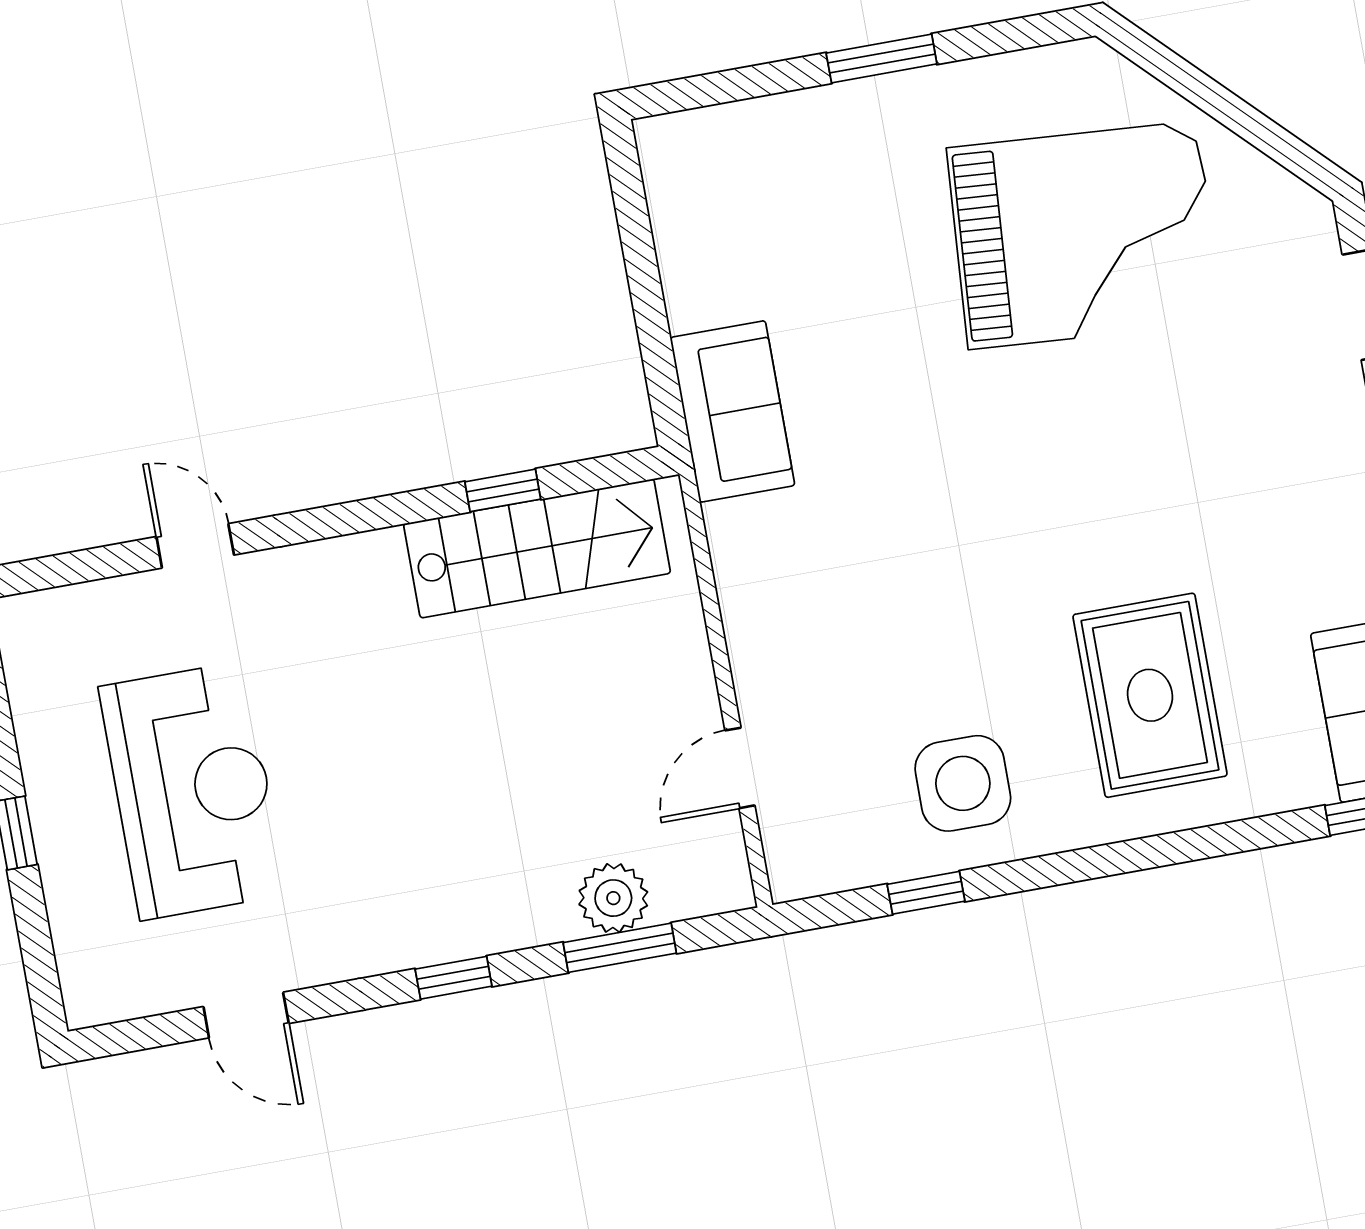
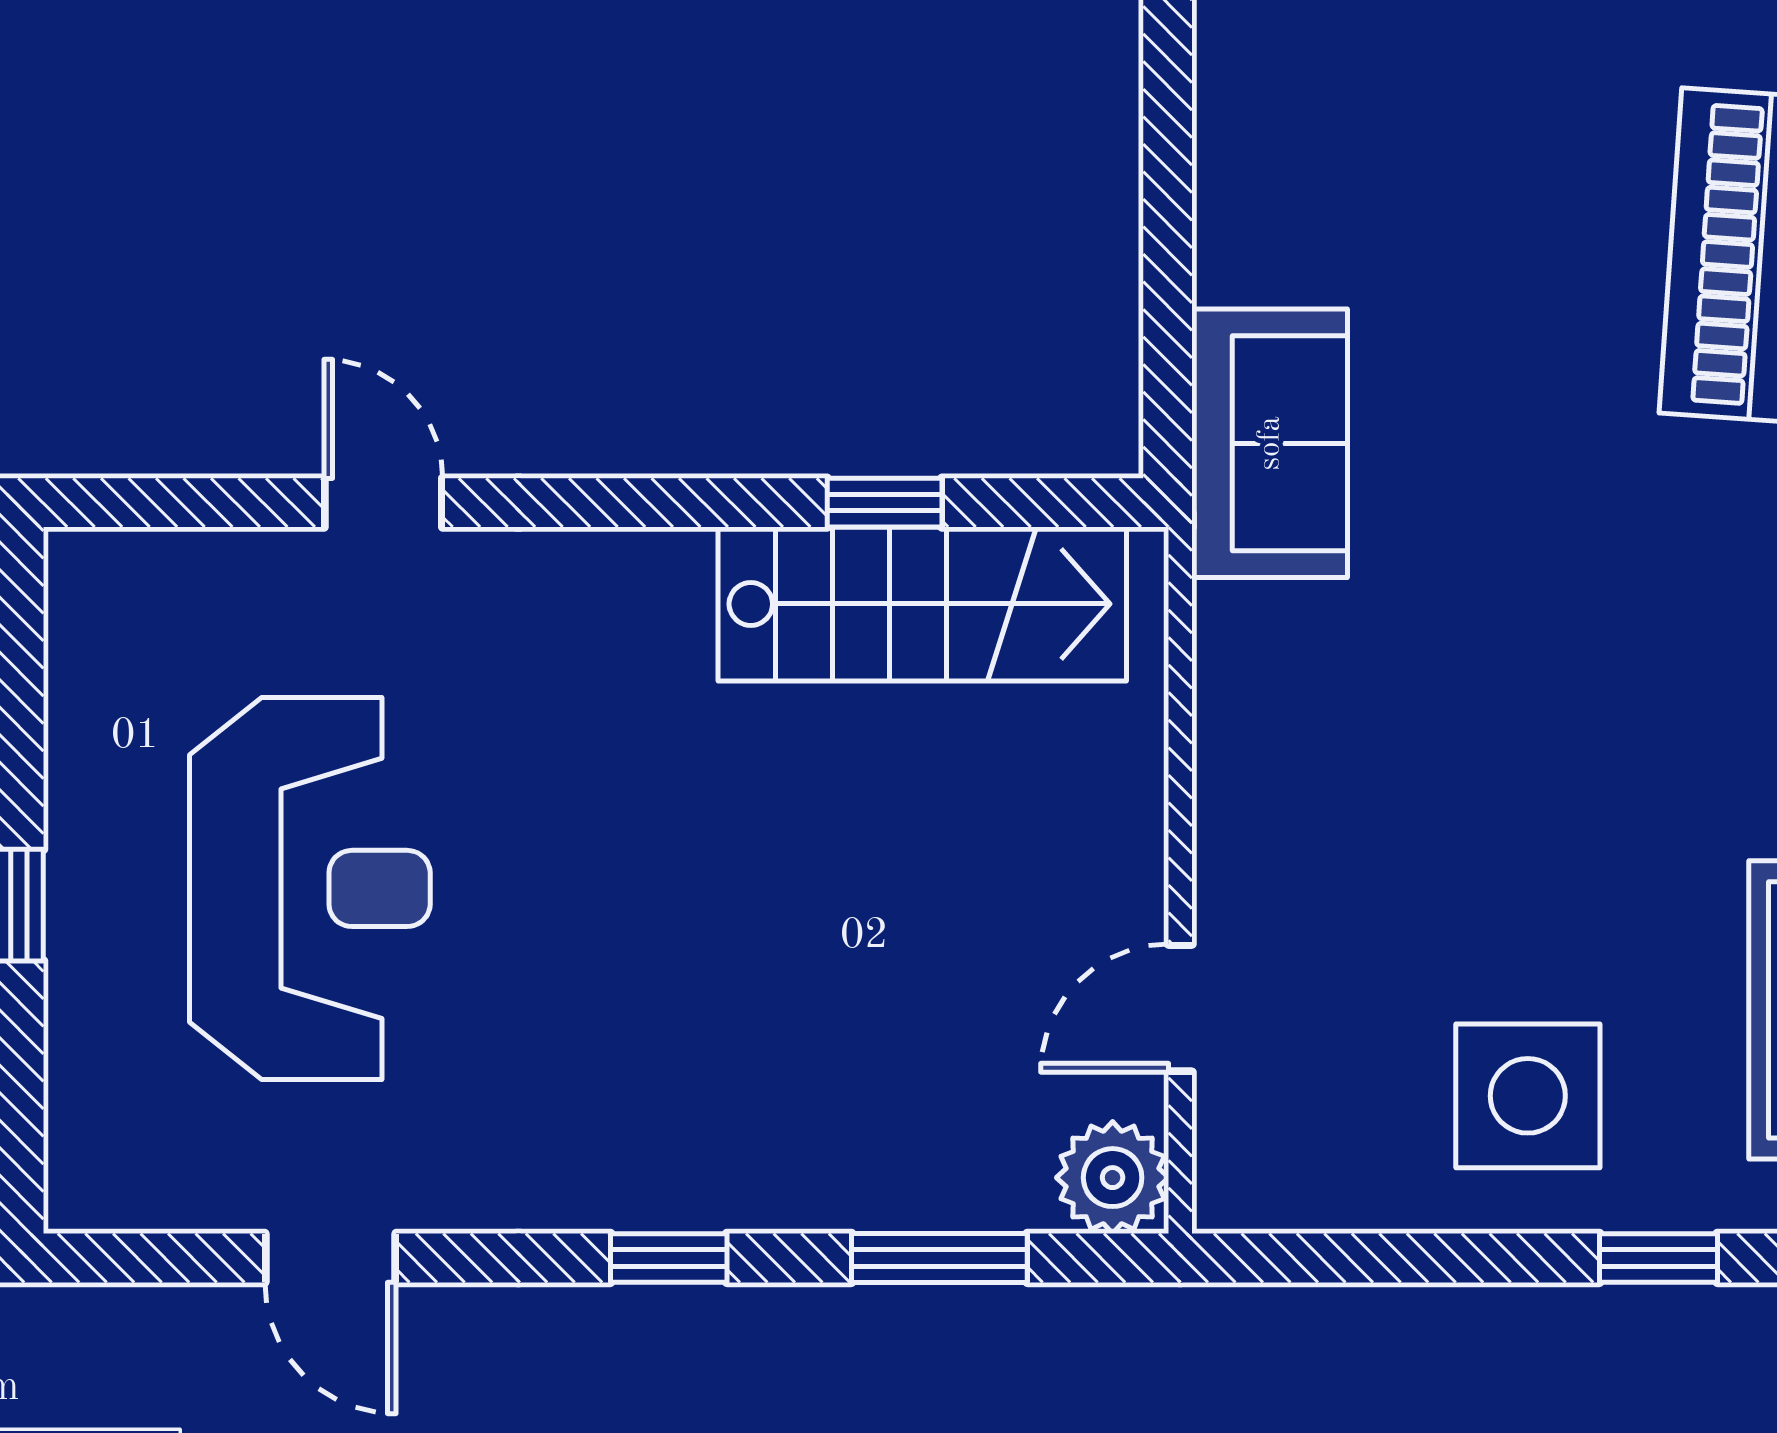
window: (926, 893) -> (1658, 1258), moved
plant: (613, 898) -> (1113, 1178), moved

